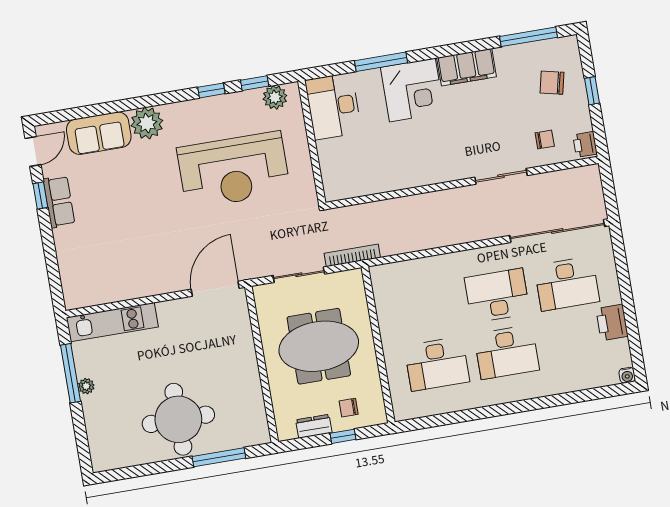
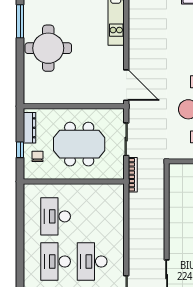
desk: (497, 295) -> (92, 261), turned 180
meeting table: (319, 346) -> (79, 144), turned 90
dresser: (314, 426) -> (29, 128), width x1.44
window: (219, 457) -> (20, 21), moved

